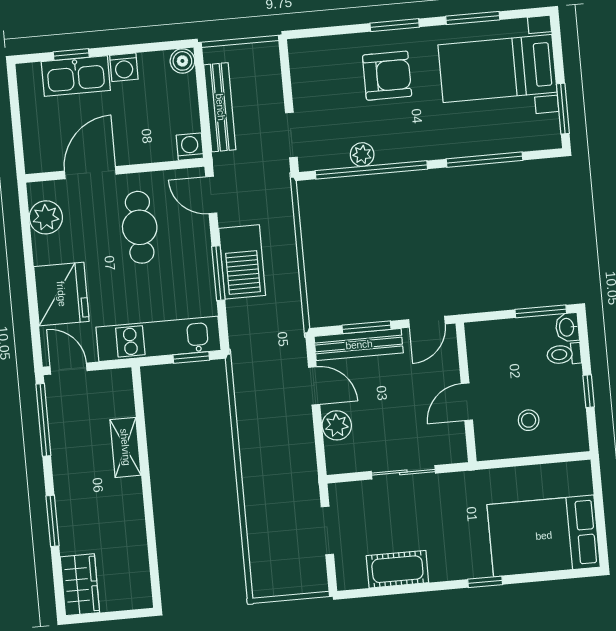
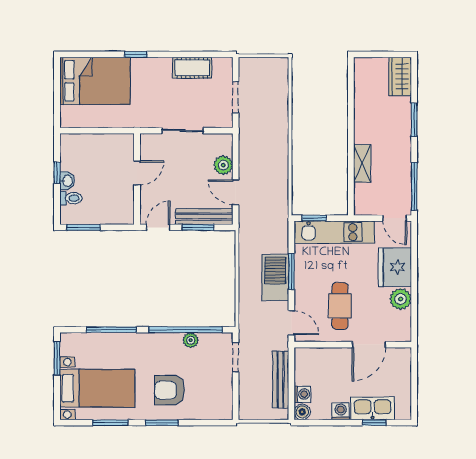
washing machine: (190, 147) -> (302, 394), moved, turned -90
plant: (46, 217) -> (401, 299), moved
washbasin: (567, 327) -> (67, 181), moved
stool: (529, 420) -> (98, 157), removed

